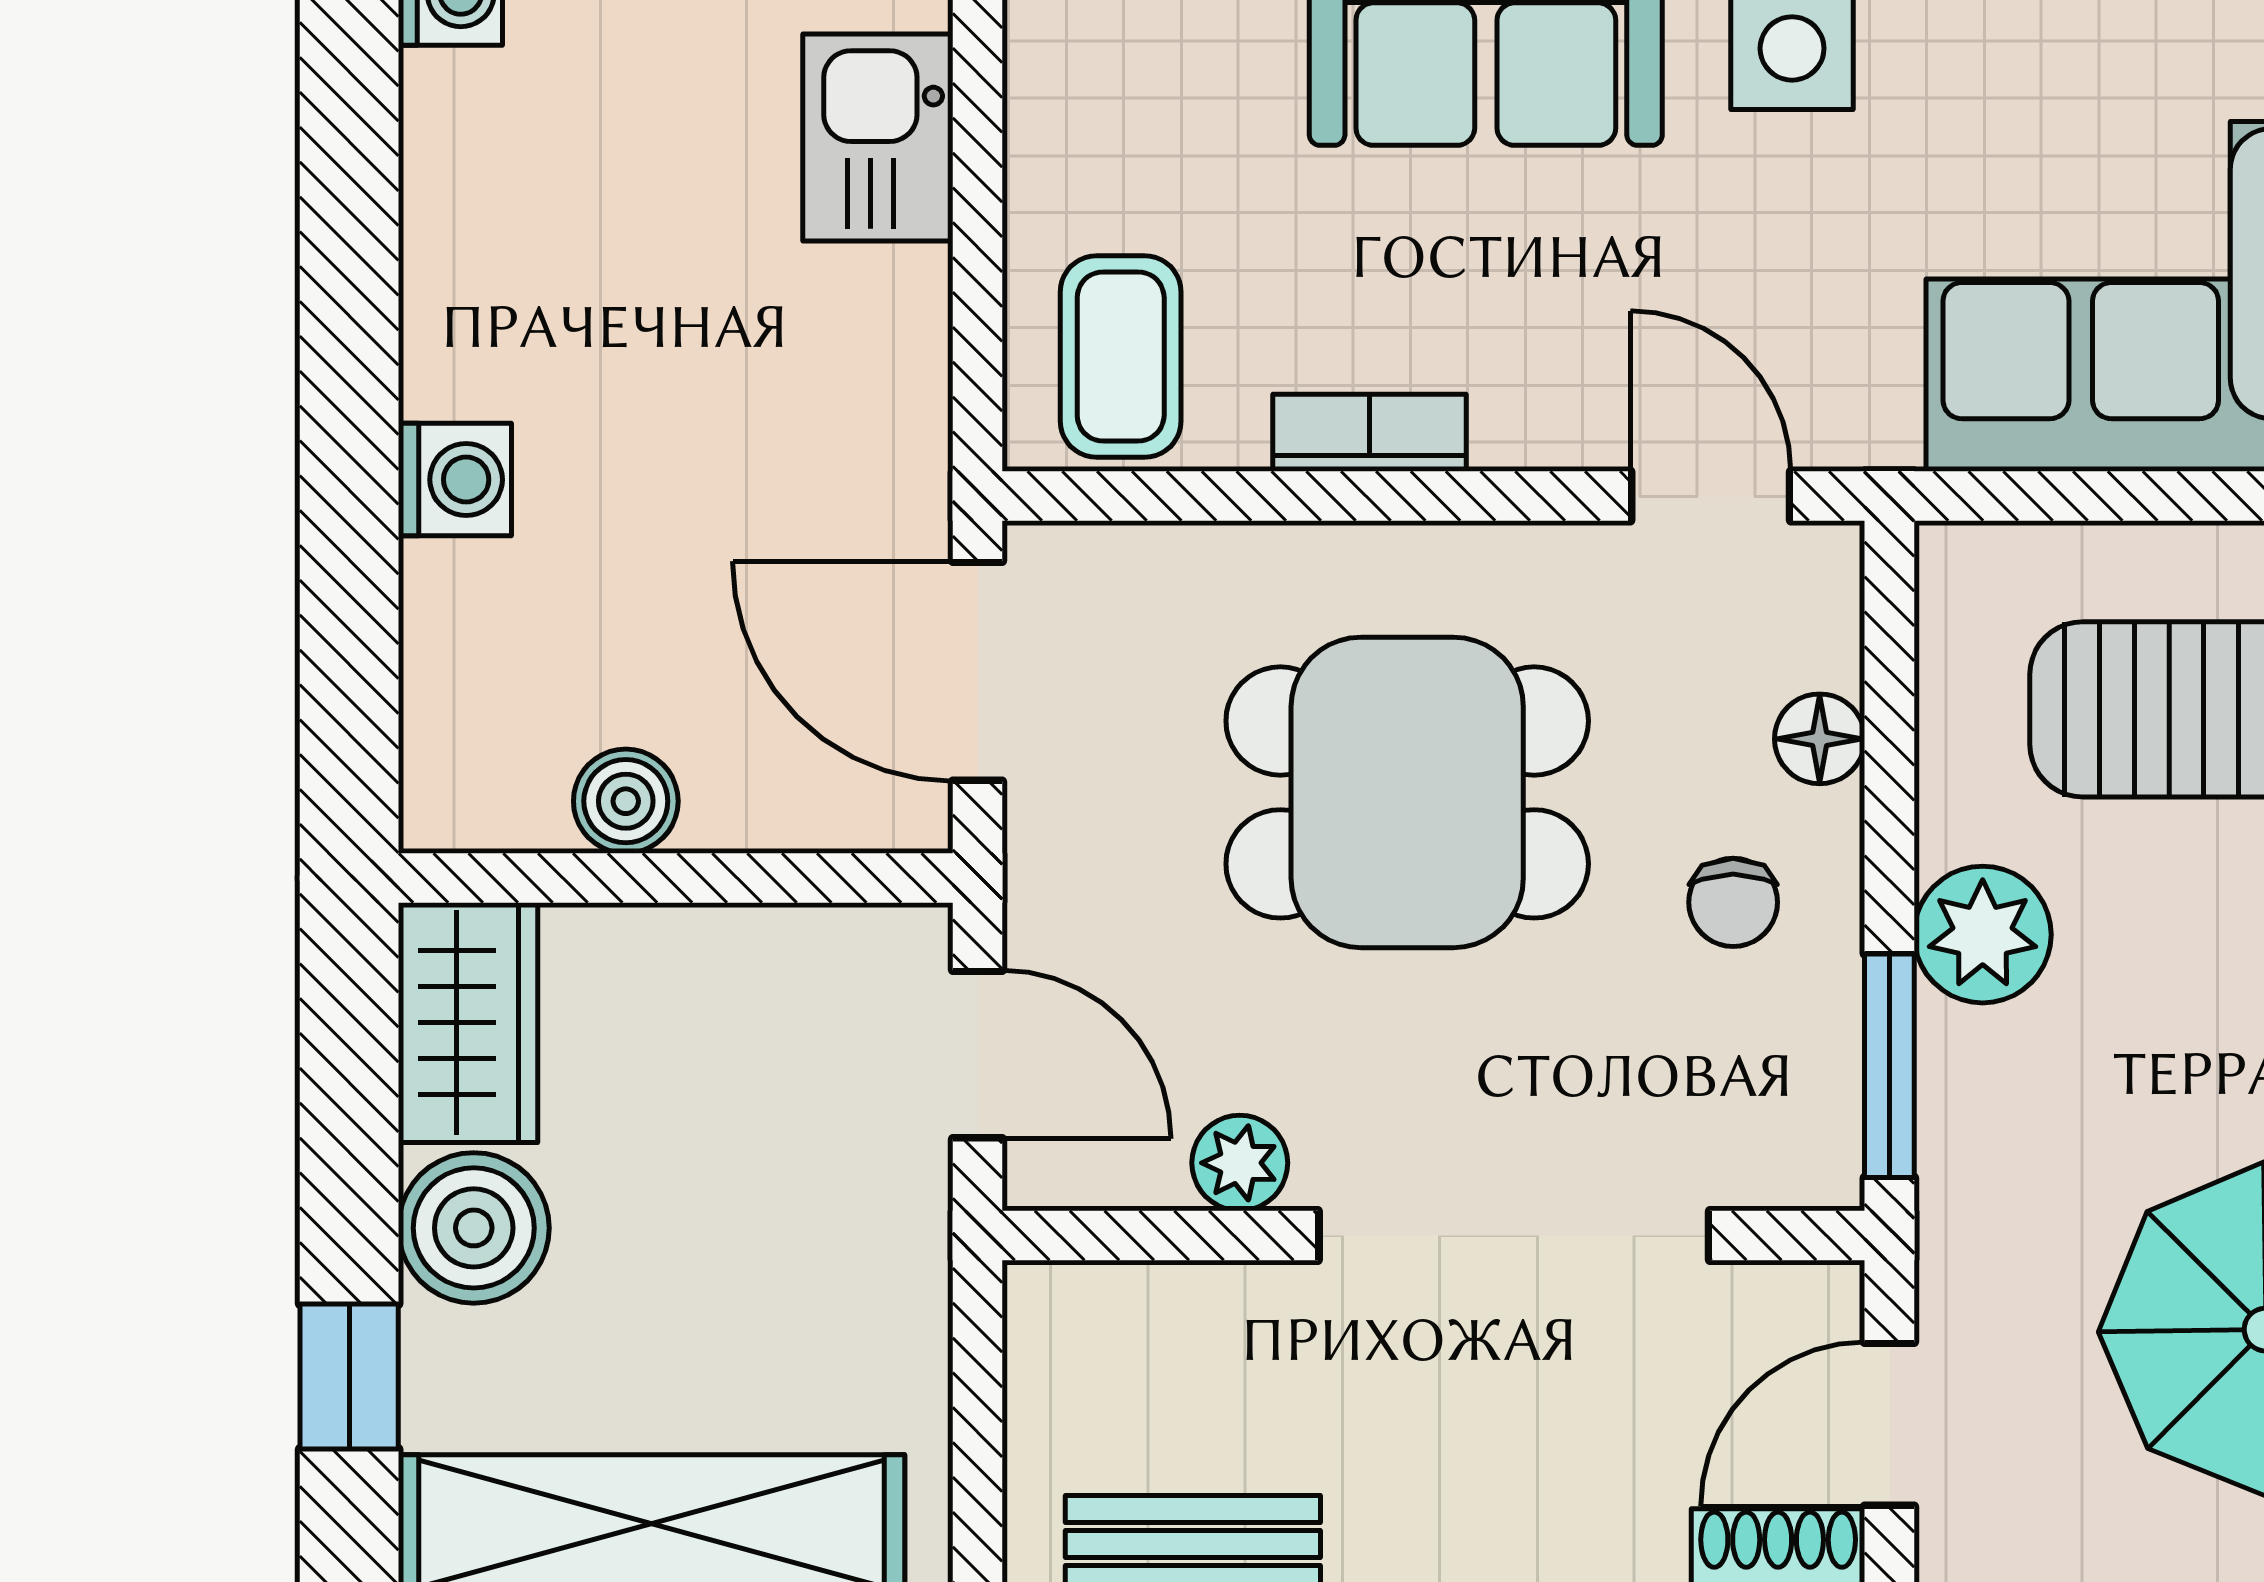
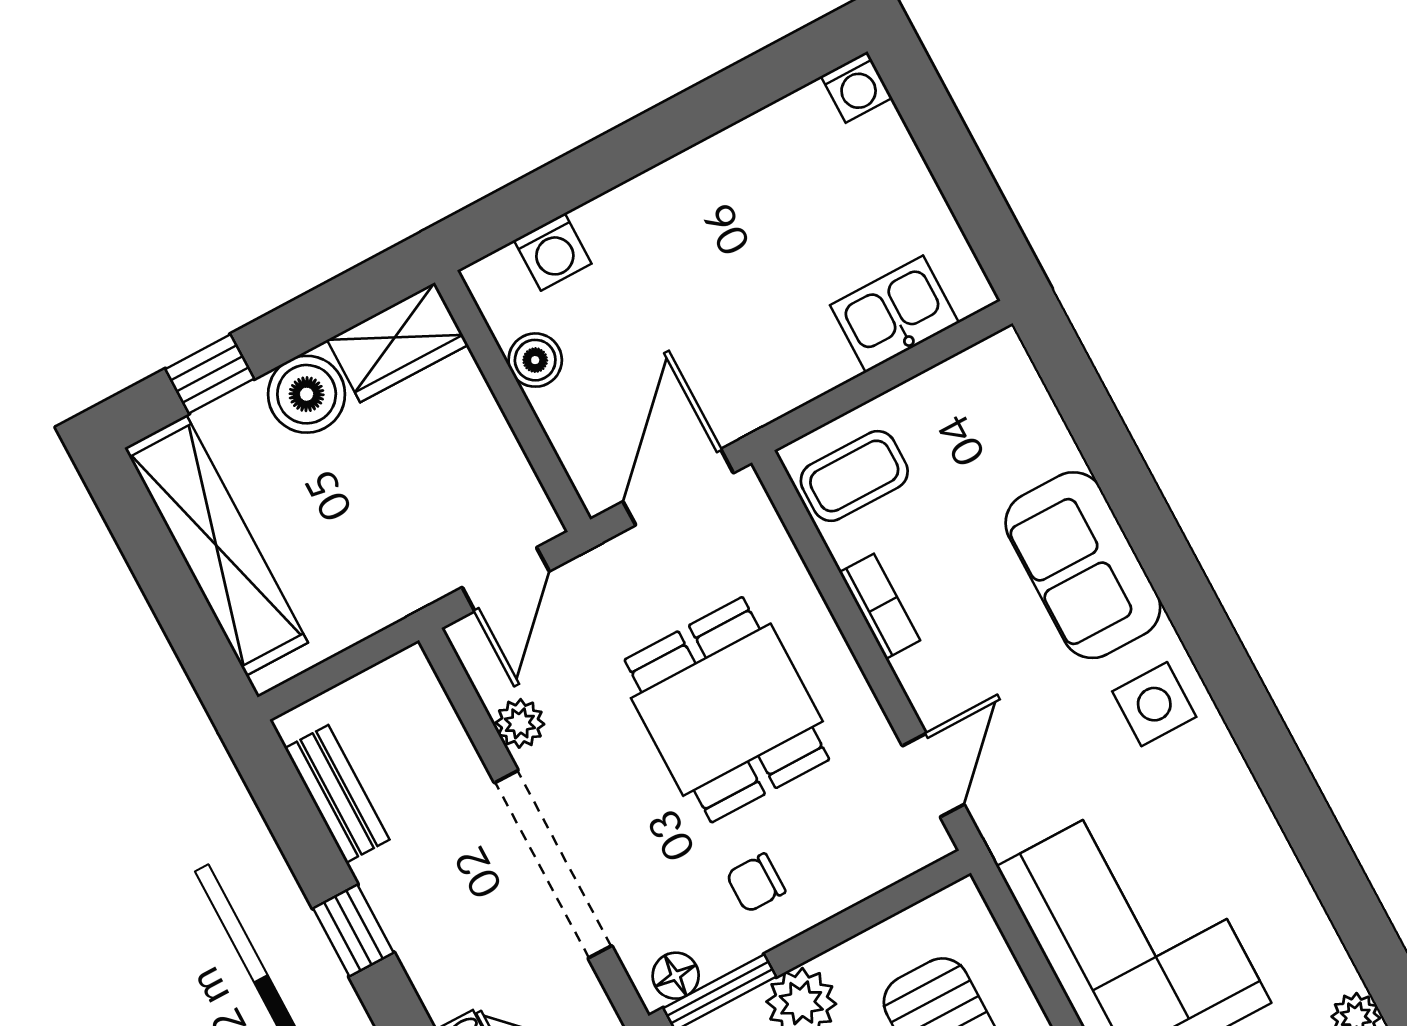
washing machine: (455, 480) -> (553, 252), moved
floor lamp: (1820, 739) -> (676, 976), moved

